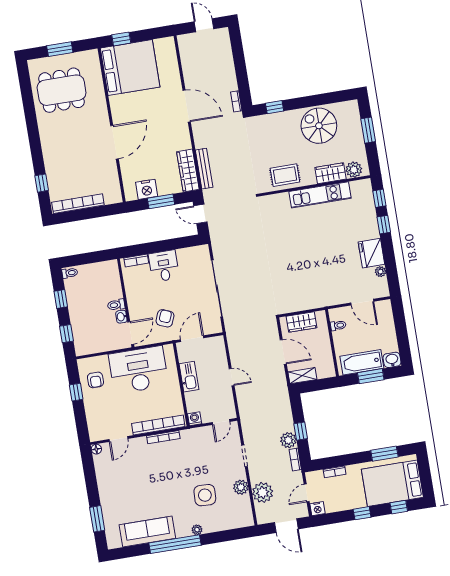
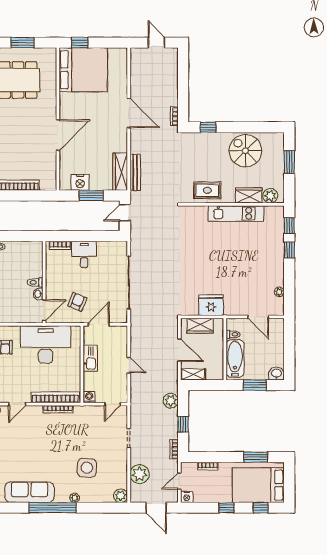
door: (200, 214) -> (125, 213), hinge flipped
fridge: (371, 253) -> (211, 305), moved, turned 90
bathtub: (362, 362) -> (235, 358), moved, turned 90
plant: (288, 440) -> (171, 401), moved
plant: (241, 487) -> (121, 496), moved

